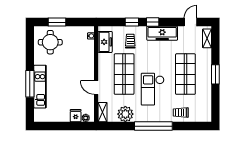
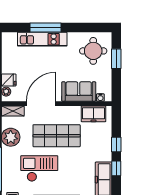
trolley: (130, 41) -> (94, 143), removed
sofa: (86, 55) -> (79, 91), added
door: (96, 87) -> (41, 104), width x1.88

